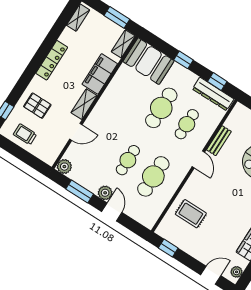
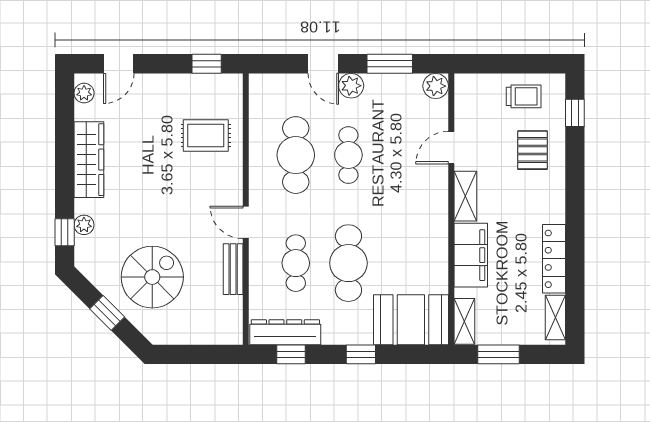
locker: (52, 60) -> (554, 259), moved
pallet: (37, 106) -> (532, 150), turned 90

